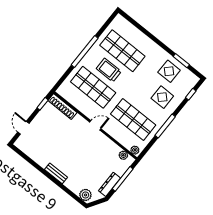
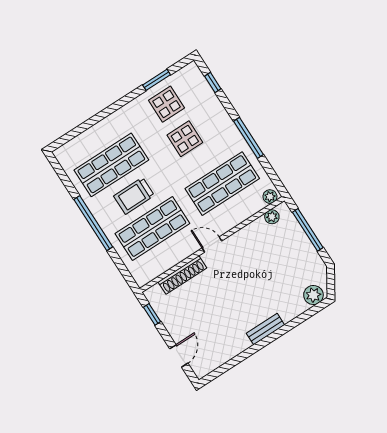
display table: (162, 97) -> (185, 139), moved
shoe rack: (62, 107) -> (182, 275), moved
door: (95, 125) -> (212, 245), hinge flipped
door: (23, 128) -> (179, 356), swing flipped
dresser: (110, 184) -> (309, 253), removed

